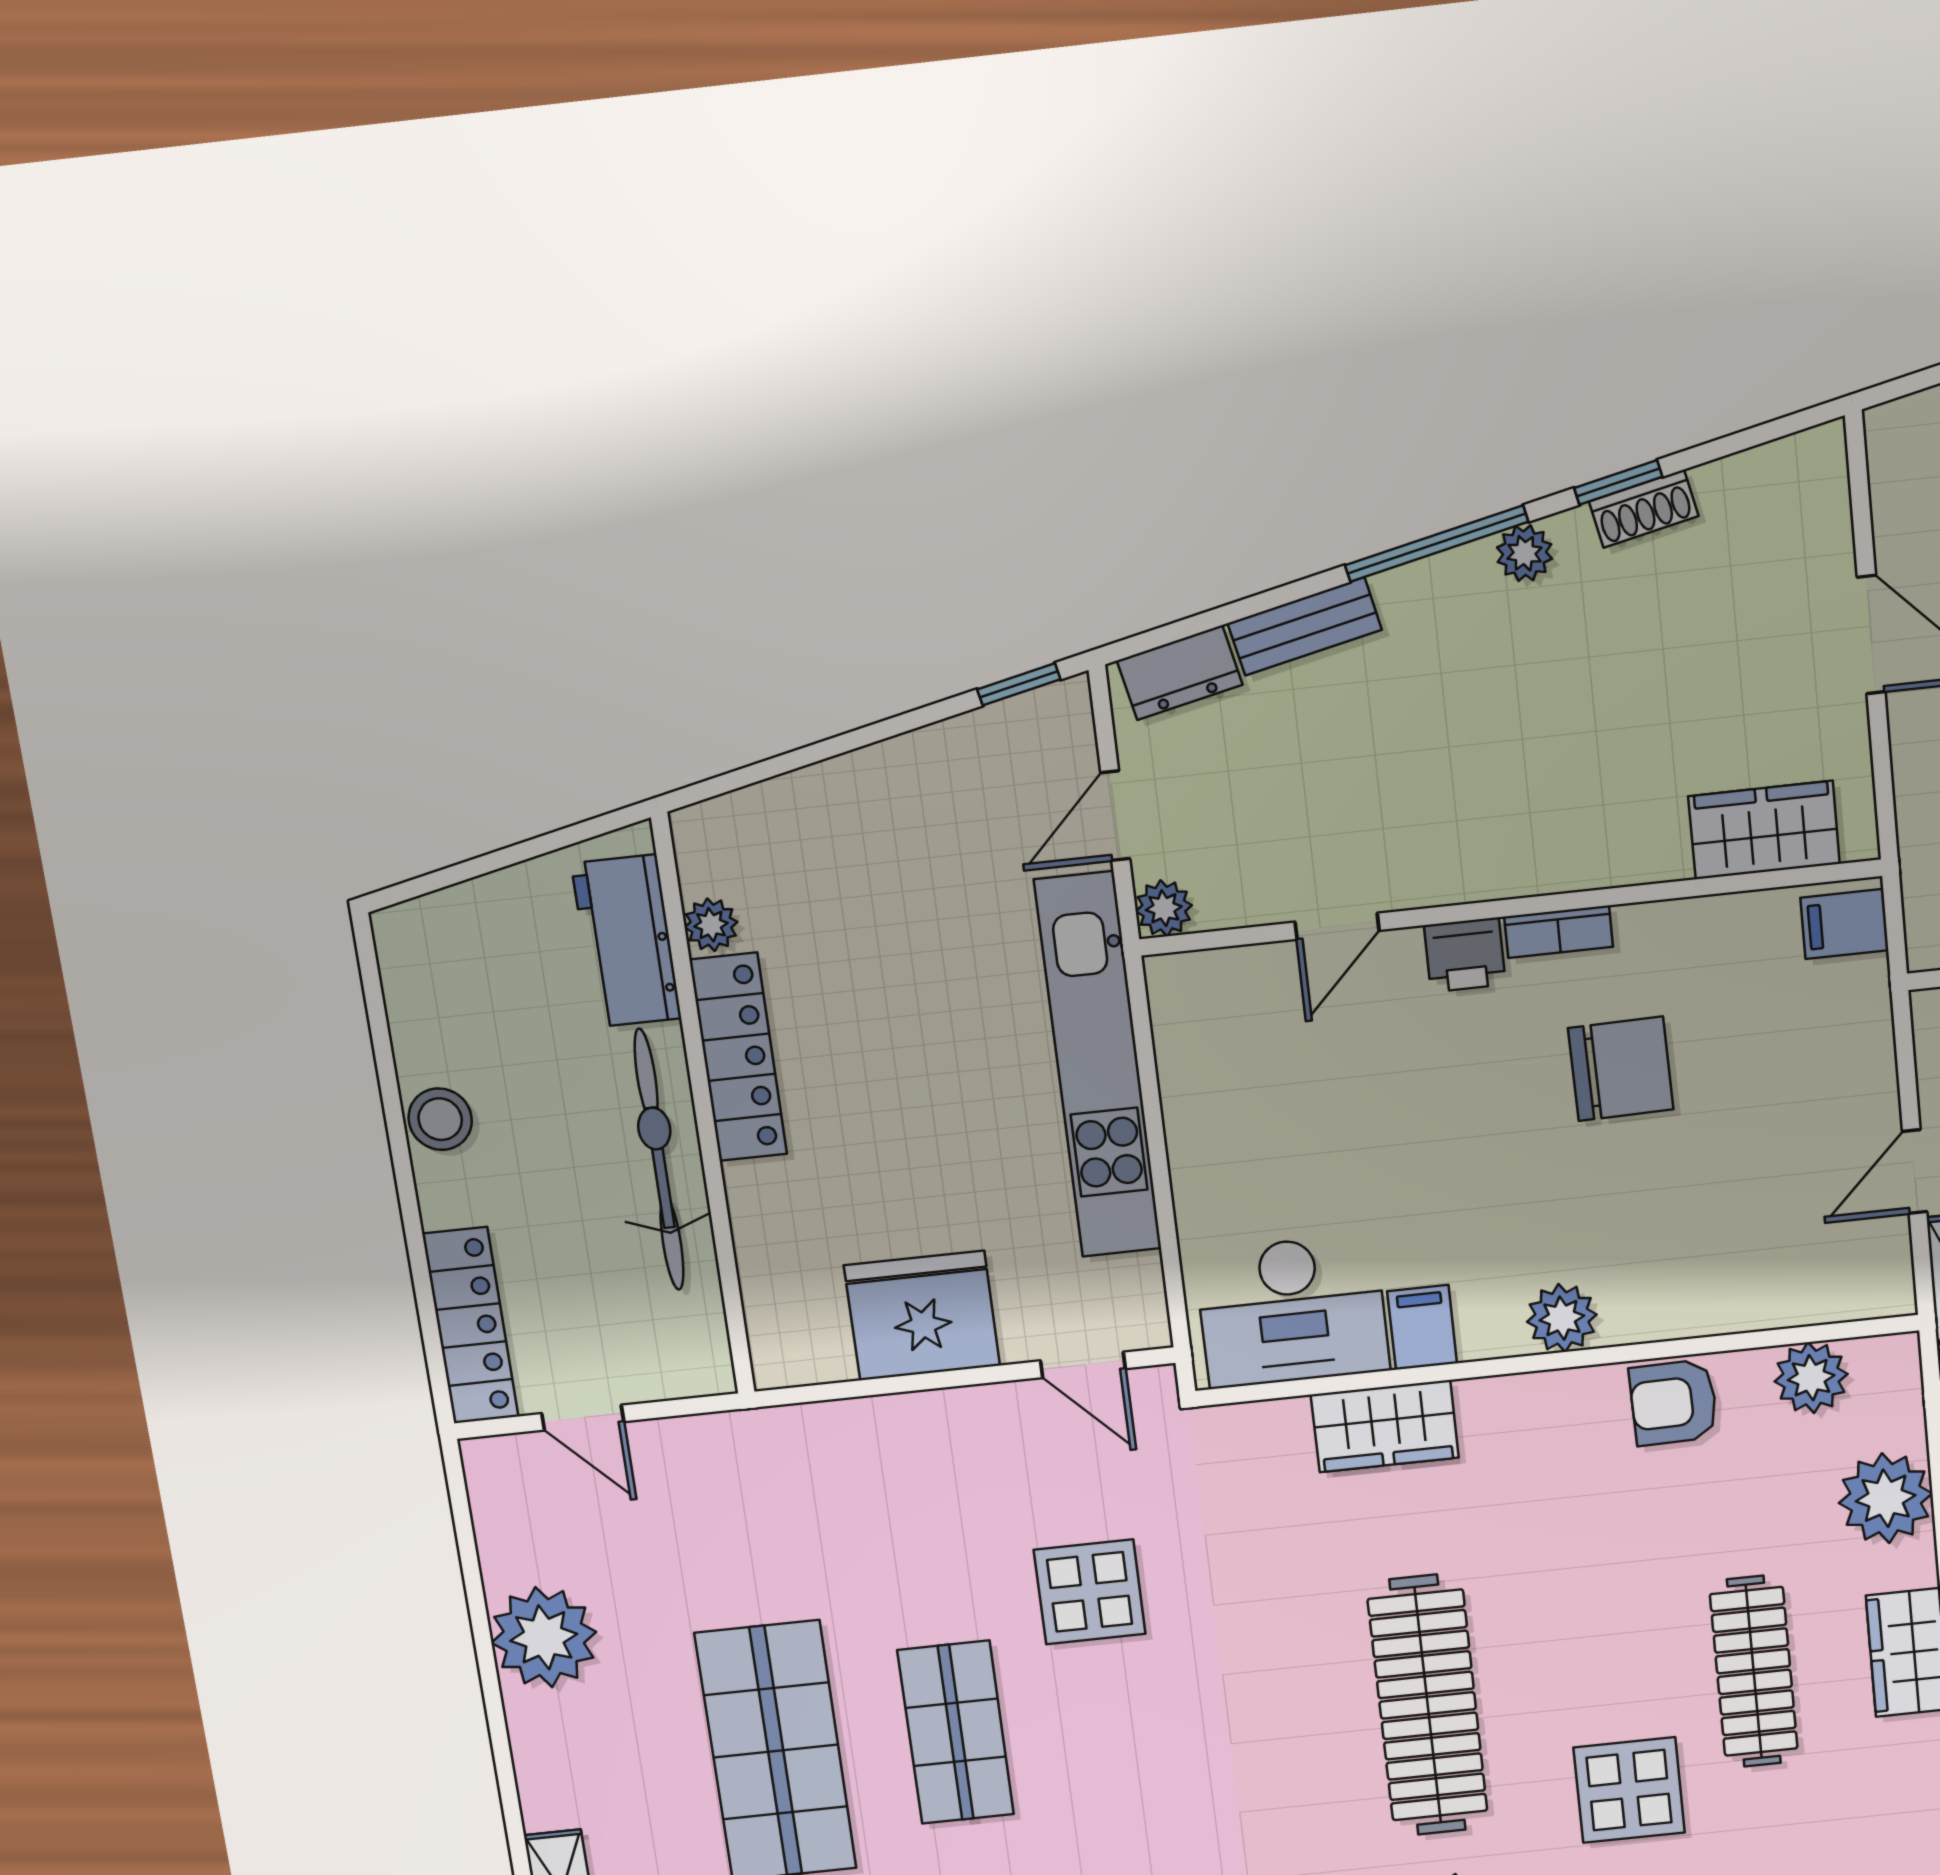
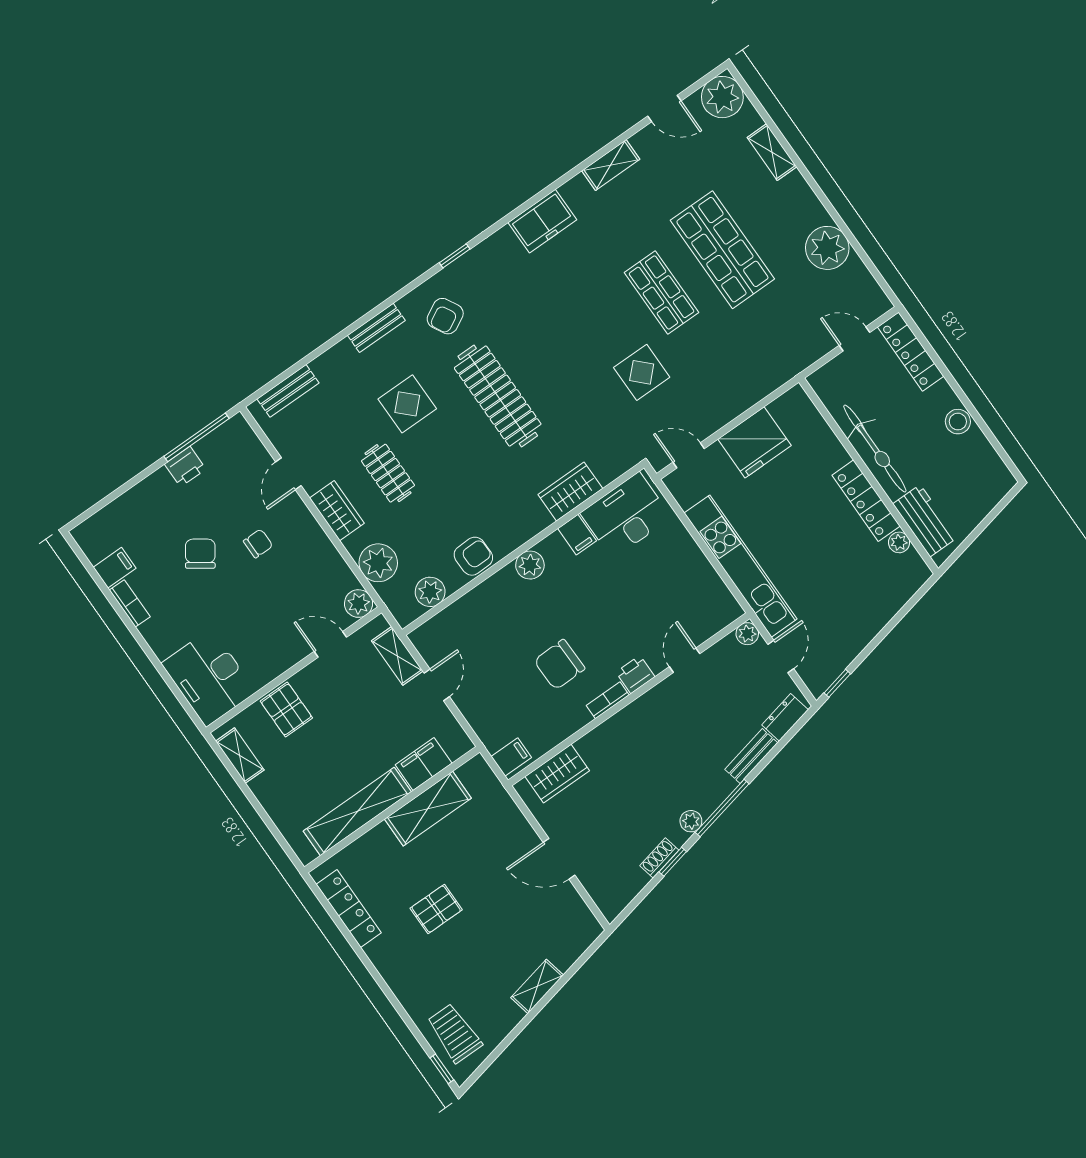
clothes rail: (1754, 1672) -> (388, 473), width x0.73

